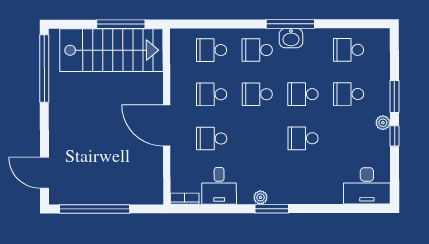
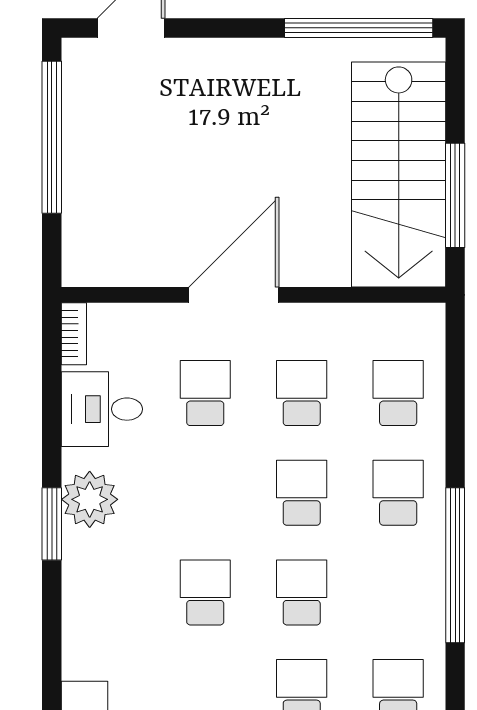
window: (290, 24) -> (455, 565), width x1.46
washbasin: (291, 38) -> (424, 567), removed
plant: (261, 197) -> (90, 499), width x1.88, depth x1.88

